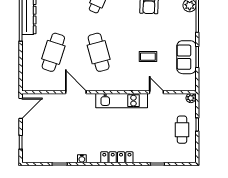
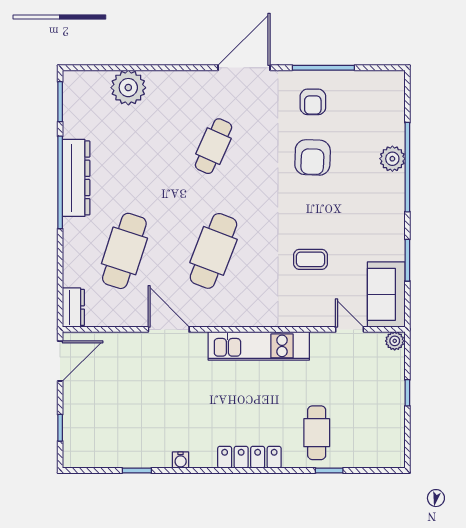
cafe table: (99, 52) -> (213, 251), turned 36
sofa: (186, 57) -> (386, 294), moved
dresser: (27, 81) -> (73, 307), added
door: (156, 92) -> (350, 329), moved
cafe table: (182, 130) -> (317, 433), moved

